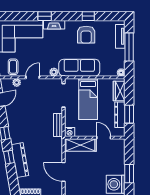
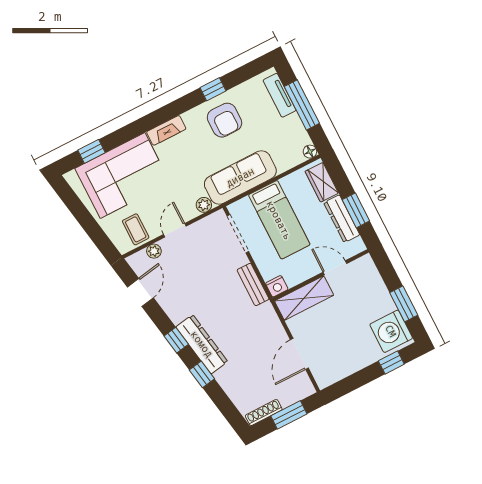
window: (45, 16) -> (91, 151), moved
dresser: (20, 160) -> (202, 344), moved
door: (64, 172) -> (299, 354), hinge flipped

